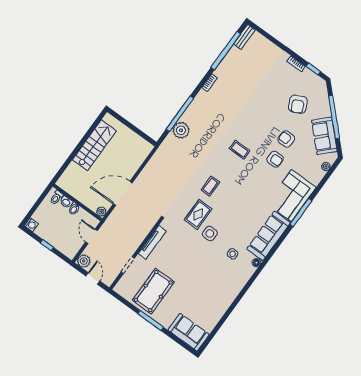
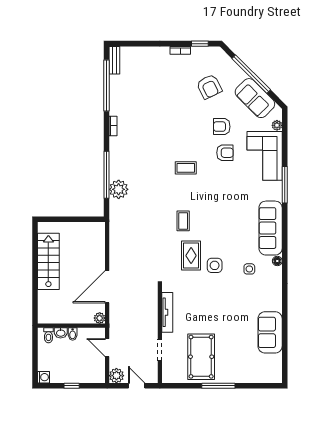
corner sofa: (291, 196) -> (265, 156), moved
sofa: (189, 332) -> (270, 332), moved, turned -90

